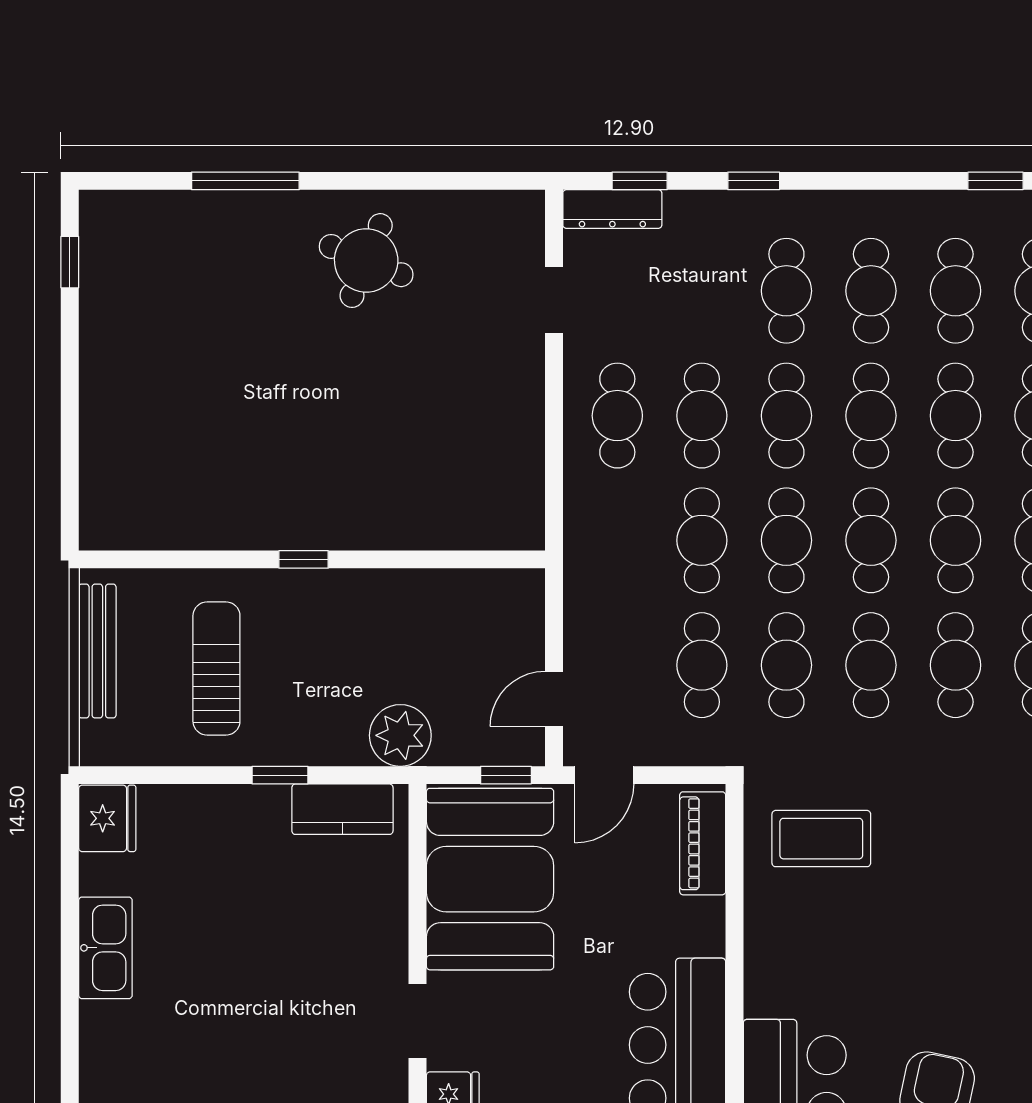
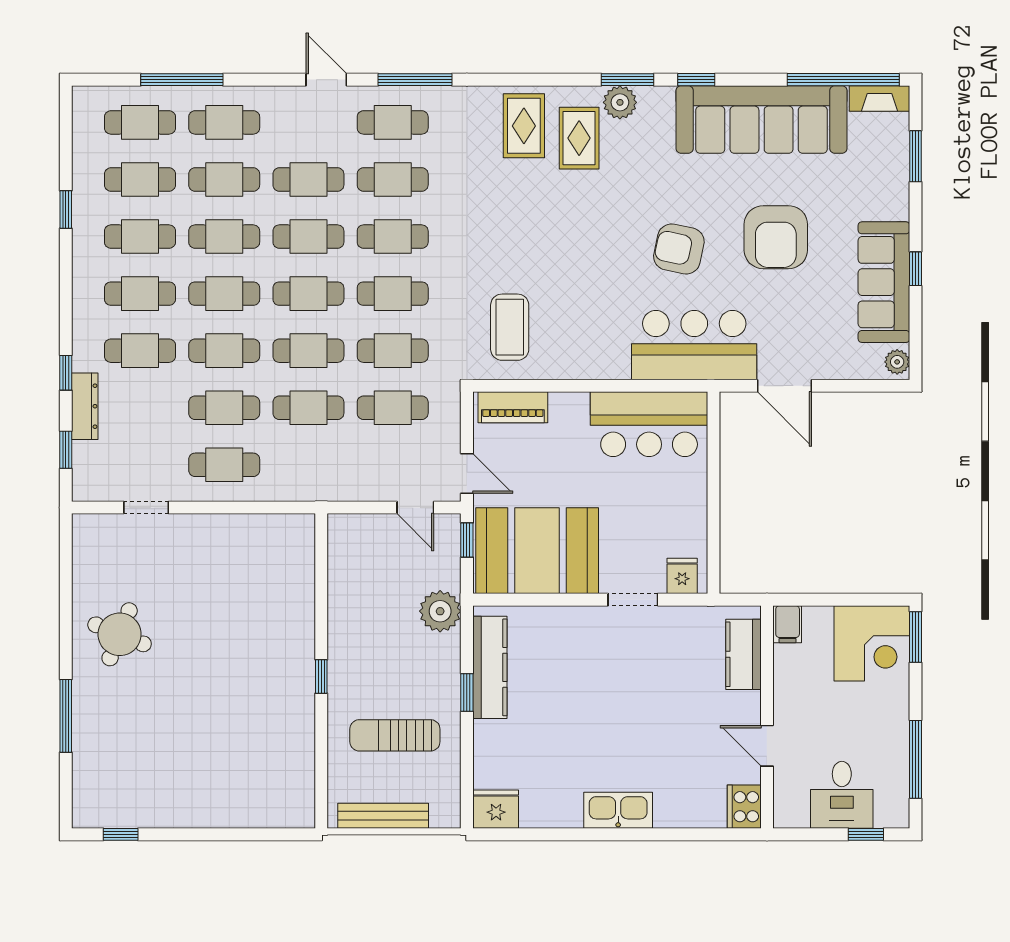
dresser: (612, 209) -> (85, 406), moved
kitchen counter: (342, 809) -> (490, 667), width x1.50
kitchen sink: (105, 948) -> (618, 810), moved

